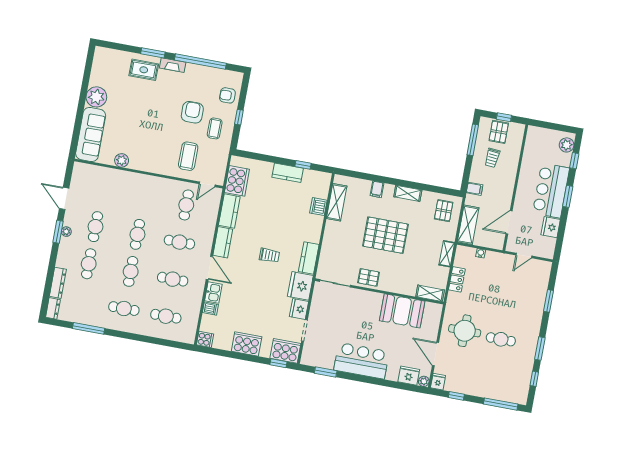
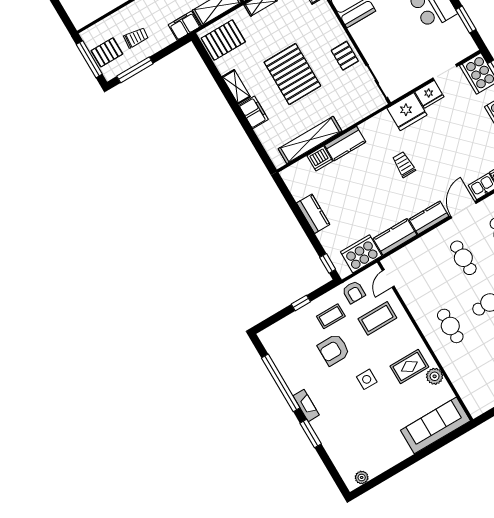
rug: (144, 70) -> (409, 367), moved, turned 90
armchair: (227, 95) -> (354, 292), moved
plant: (96, 97) -> (362, 477), moved, width x0.53, depth x0.53
side table: (156, 117) -> (367, 379), added
window: (504, 117) -> (89, 59), width x2.17
window: (303, 165) -> (328, 263), moved
door: (207, 184) -> (388, 279), swing flipped
filing cabinet: (377, 189) -> (254, 112), width x2.00
filing cabinet: (475, 189) -> (184, 26), width x2.00
shelving: (337, 202) -> (310, 140), width x1.47
cafe table: (186, 205) -> (450, 326), moved, turned 90
pallet: (444, 211) -> (223, 40), width x1.50, depth x1.42
kitchen counter: (309, 258) -> (345, 144), moved

